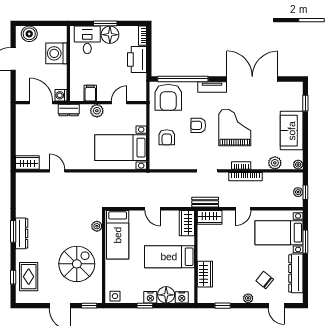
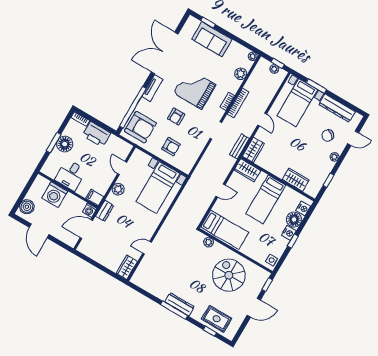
desk: (87, 40) -> (71, 175), moved, turned -90
filing cabinet: (90, 93) -> (95, 197), moved
sofa: (292, 131) -> (212, 39), moved
window: (13, 231) -> (174, 310), width x1.44

